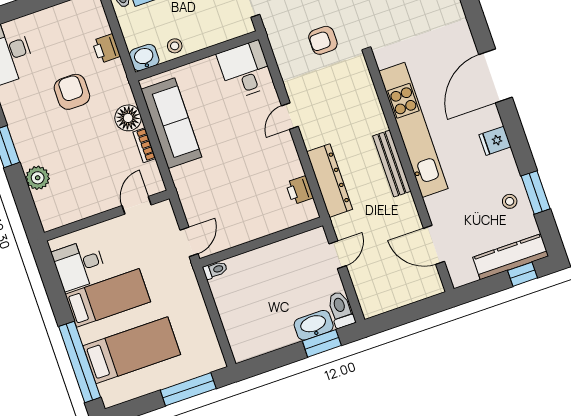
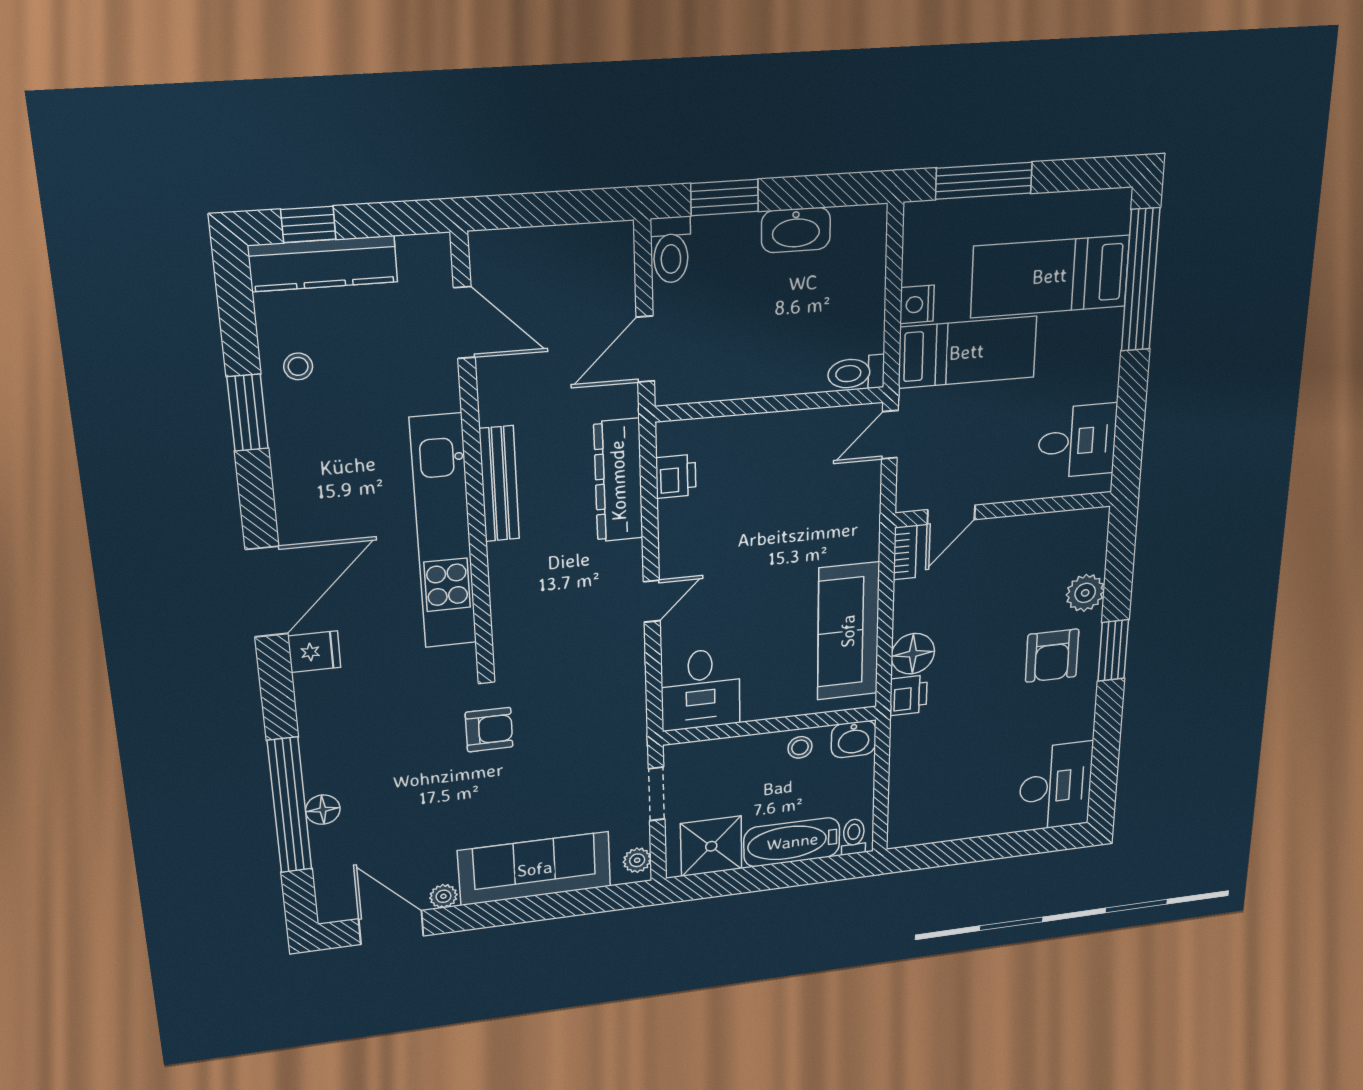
armchair: (323, 40) -> (489, 730), moved
printer: (106, 49) -> (908, 695), moved
armchair: (72, 92) -> (1052, 656), moved
fridge: (495, 141) -> (314, 652), moved
bookcase: (144, 145) -> (905, 553), moved
window: (536, 192) -> (248, 413), moved
door: (338, 255) -> (645, 349), width x1.38
toilet: (215, 270) -> (856, 373), width x1.37, depth x1.39
bed: (108, 298) -> (967, 352), moved, turned 180
nightstand: (200, 316) -> (917, 304), added
washbasin: (314, 325) -> (796, 230), moved

